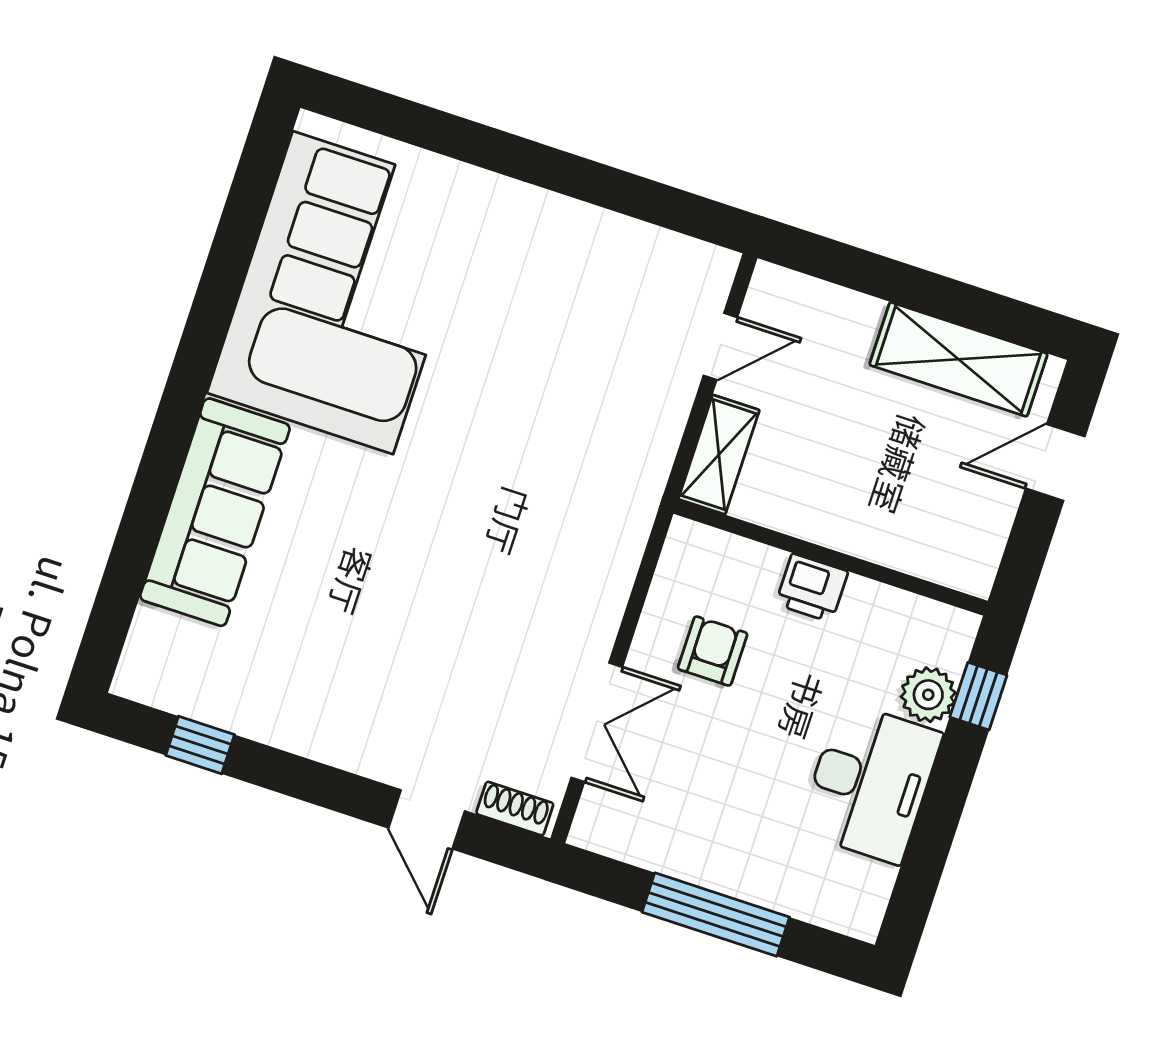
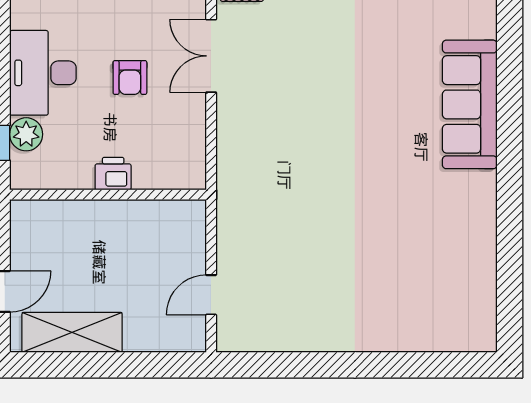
corner sofa: (343, 293) -> (438, 255), removed
shelving: (719, 455) -> (192, 233), removed
armchair: (713, 651) -> (130, 77), moved

